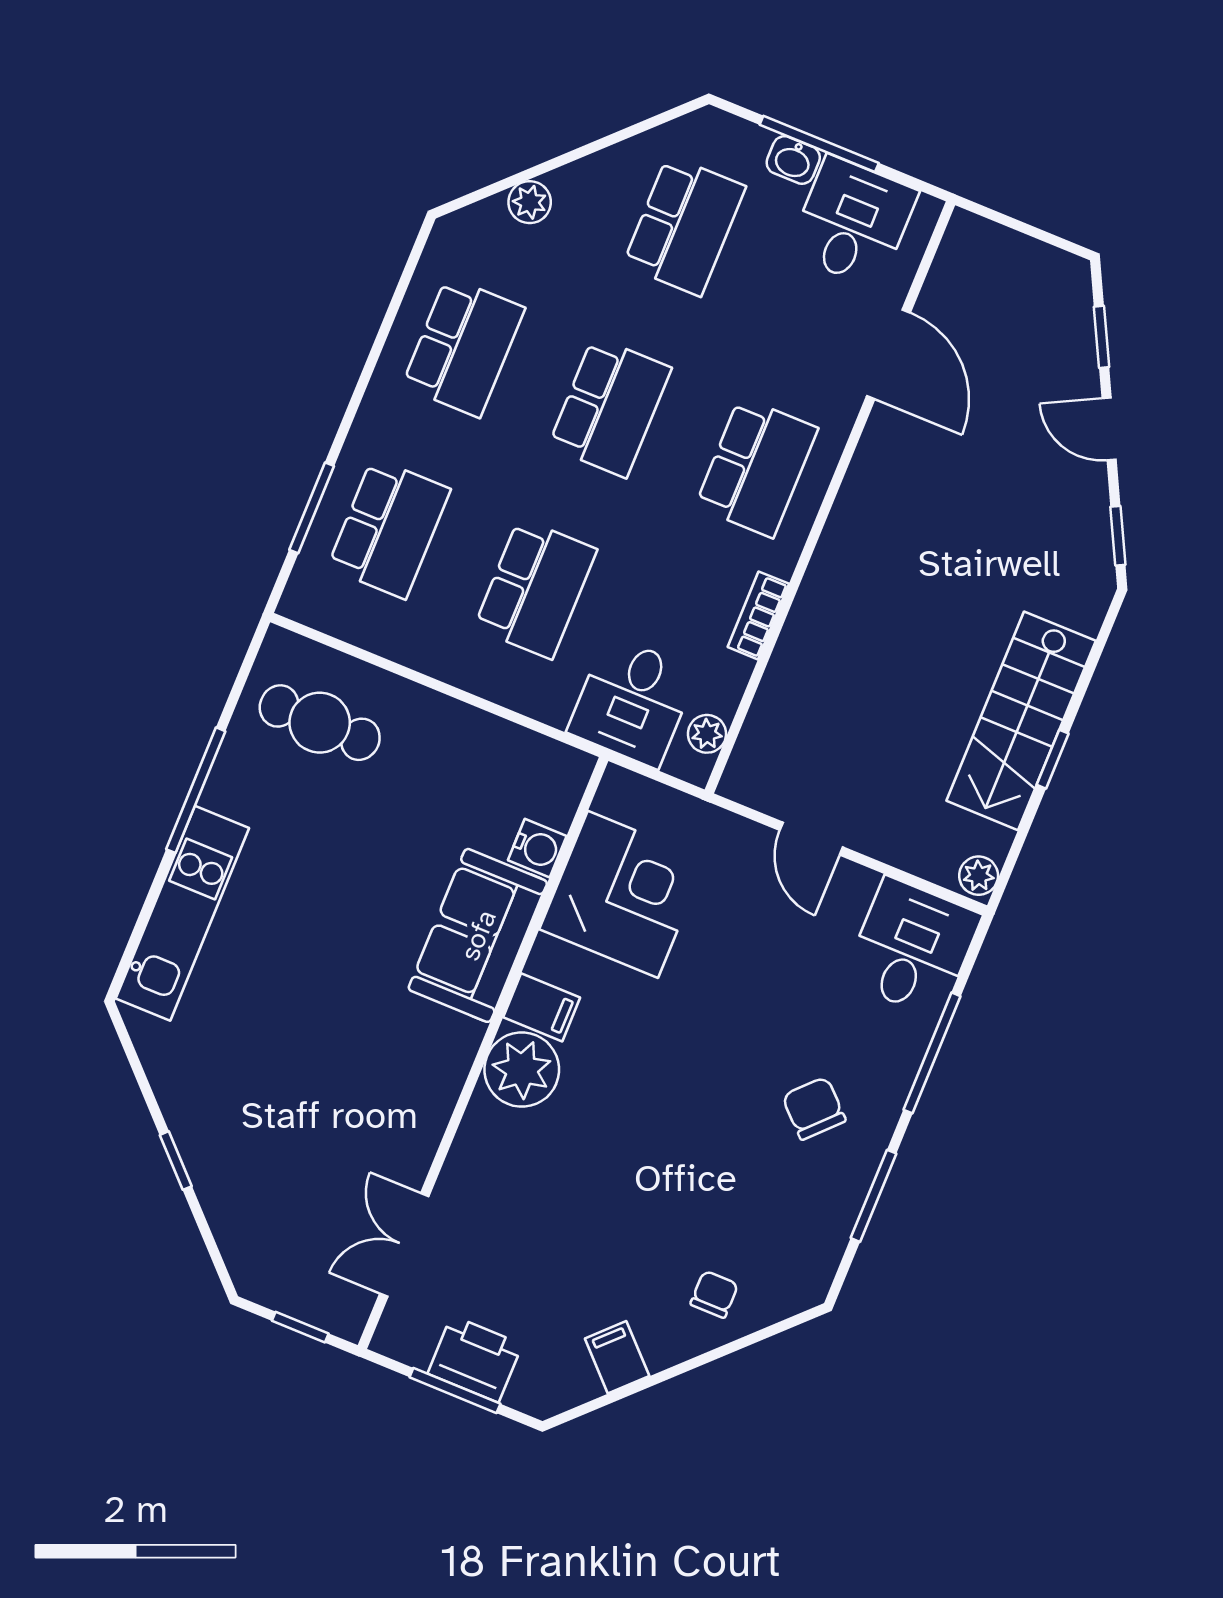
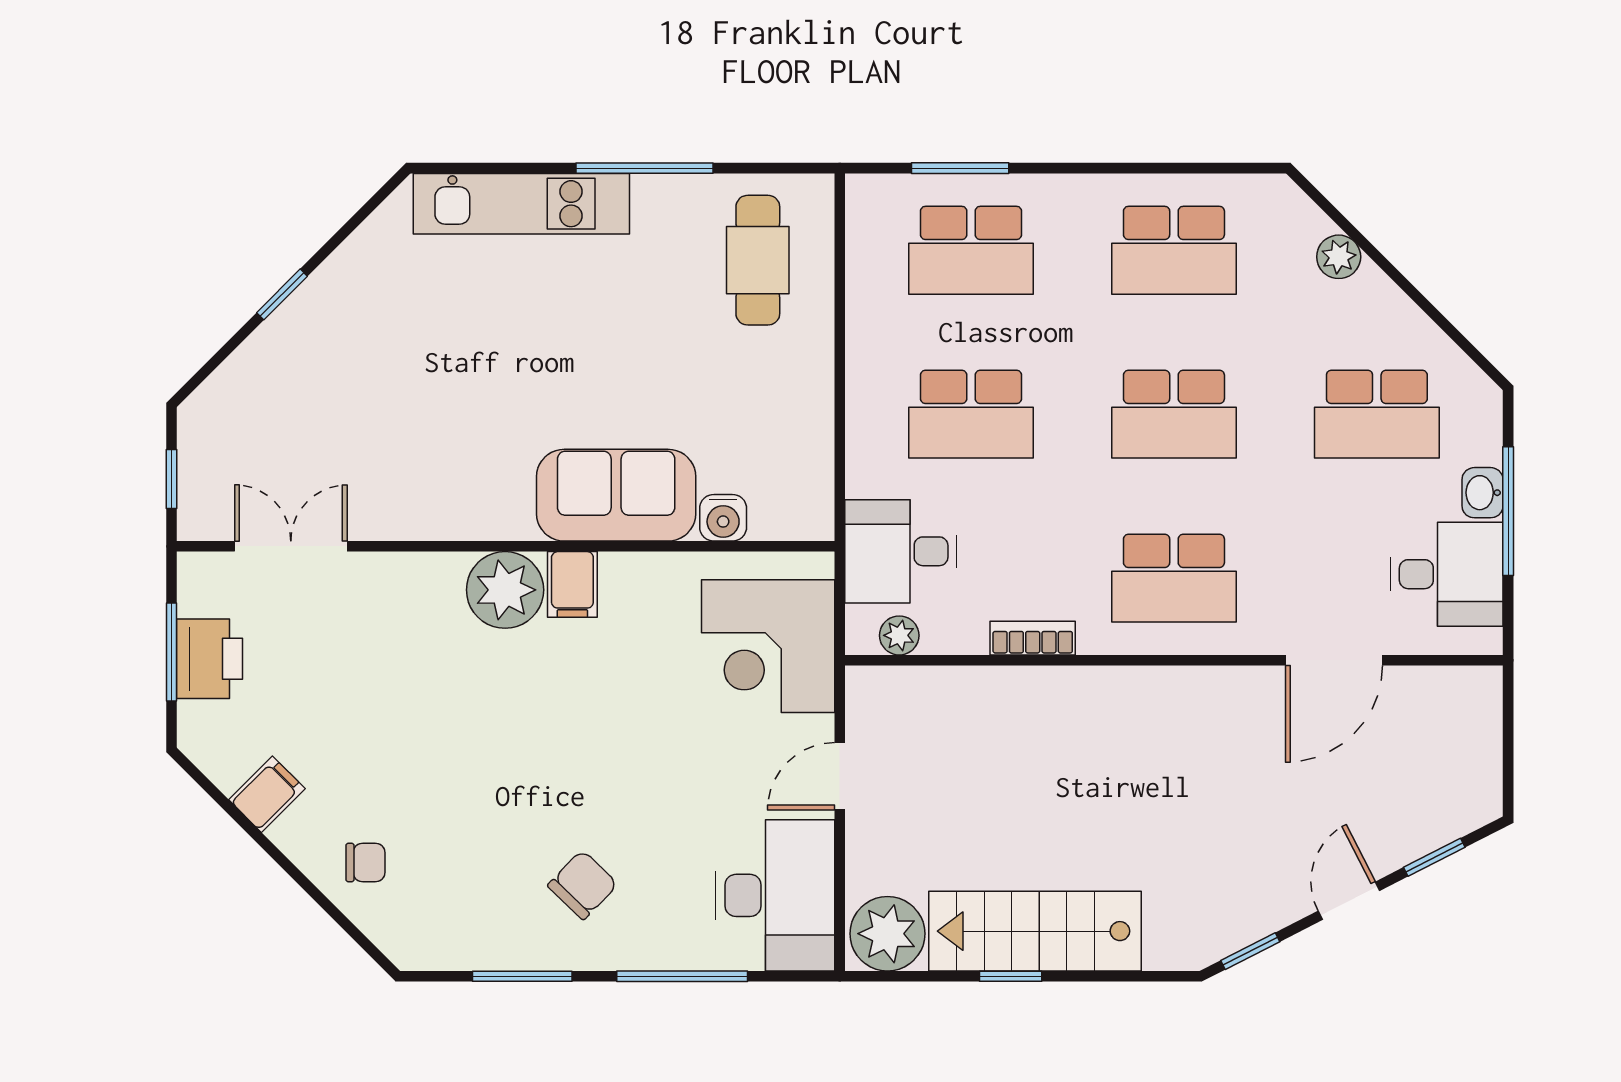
plant: (979, 876) -> (887, 934), width x1.87, depth x1.87
corner desk: (623, 894) -> (768, 646), moved, turned 90
desk: (912, 948) -> (775, 895), width x1.37

